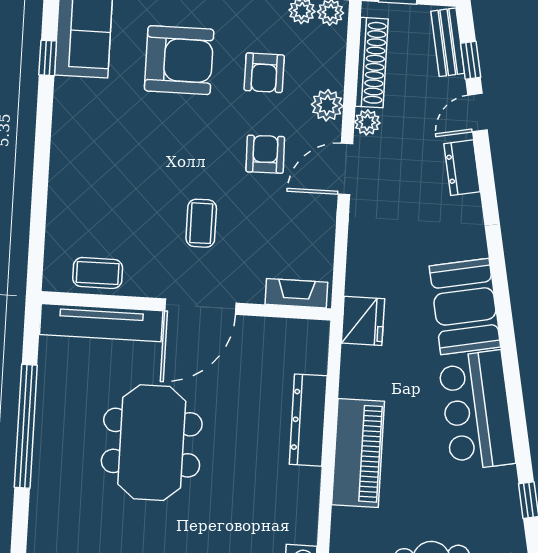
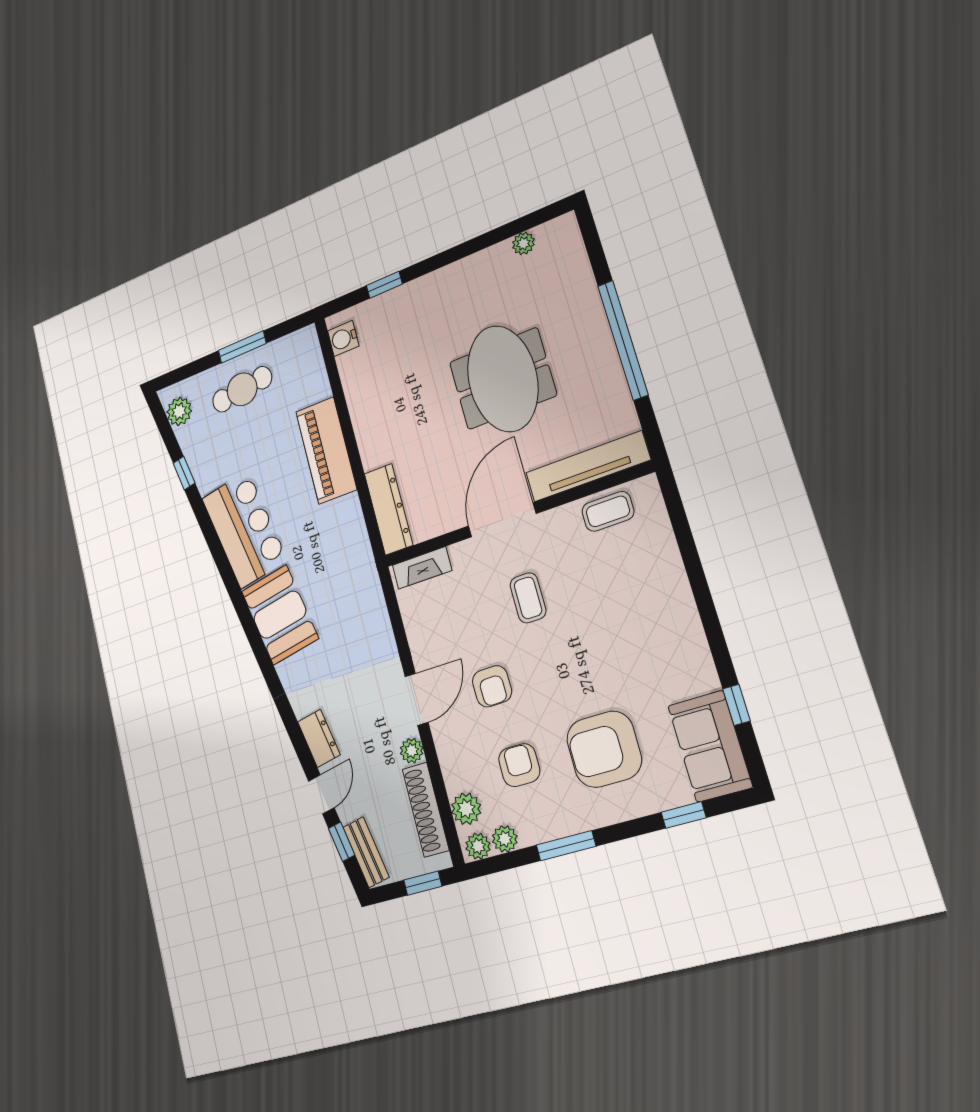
plant: (327, 105) -> (466, 809), moved
fridge: (363, 321) -> (358, 567), removed
dresser: (308, 420) -> (388, 509), moved

